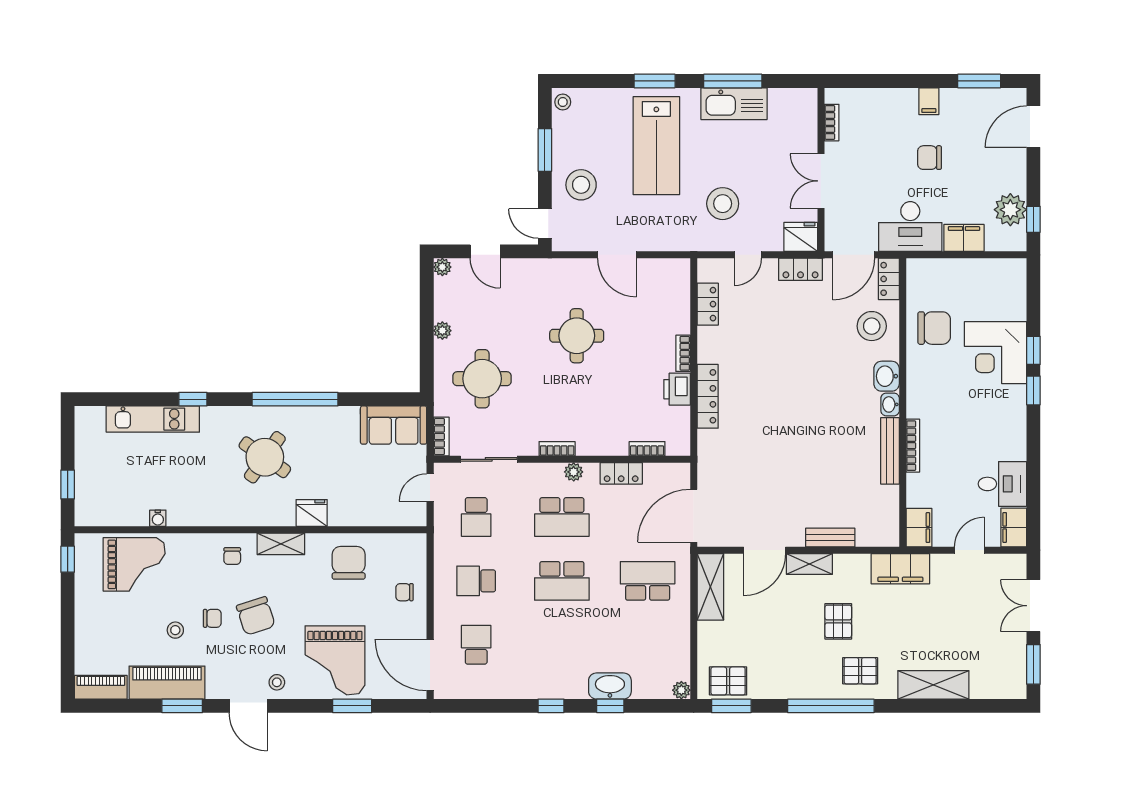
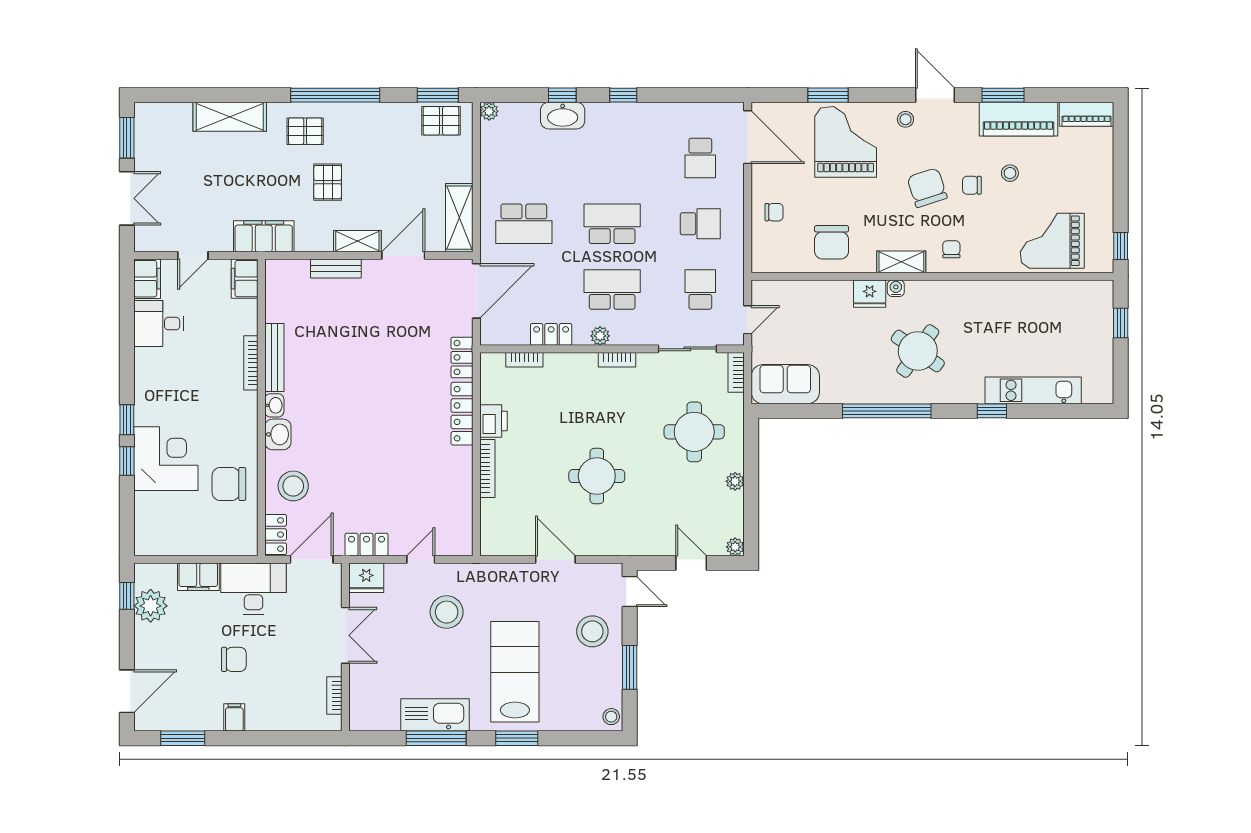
locker: (708, 304) -> (462, 357), moved
bookcase: (683, 353) -> (487, 468), width x1.56
water cooler: (158, 518) -> (896, 288), moved

